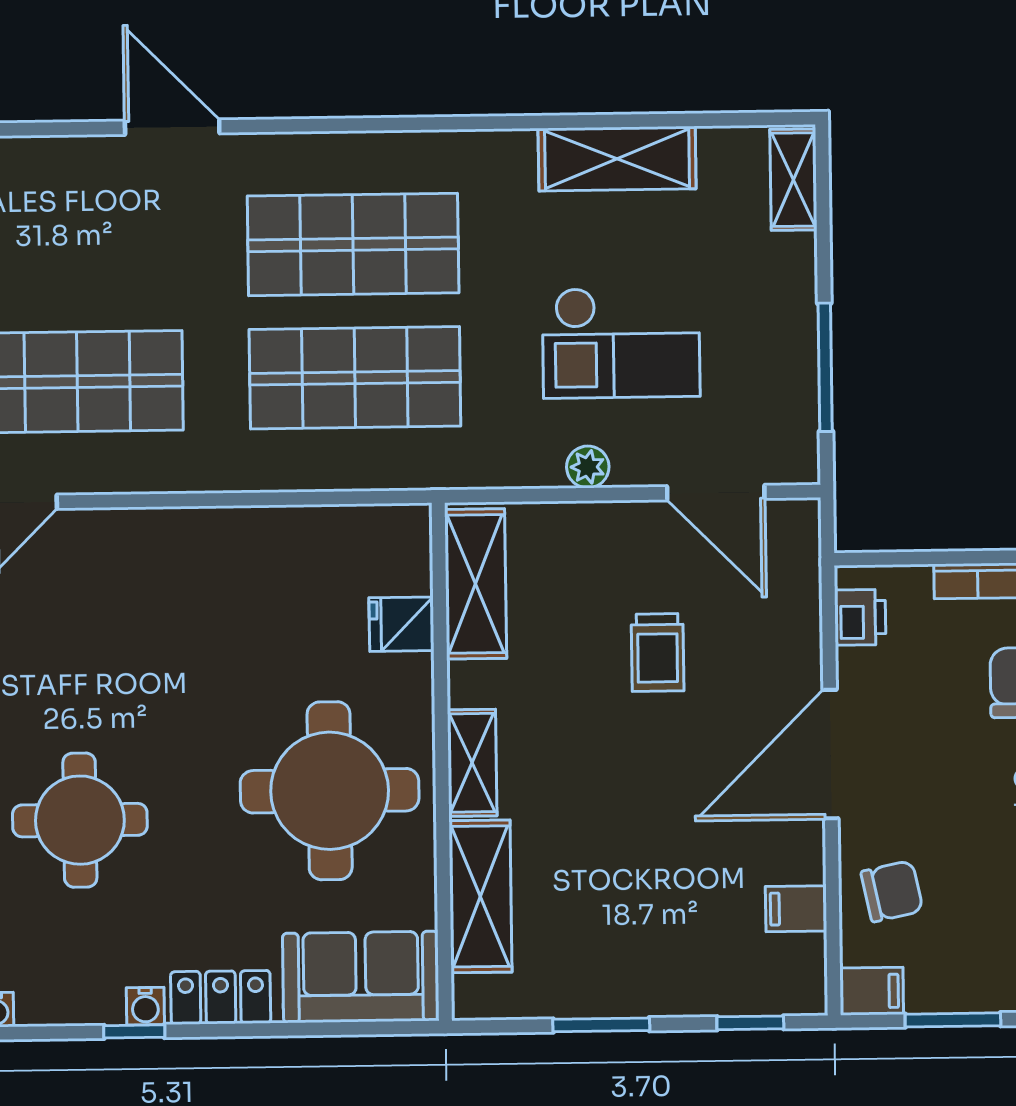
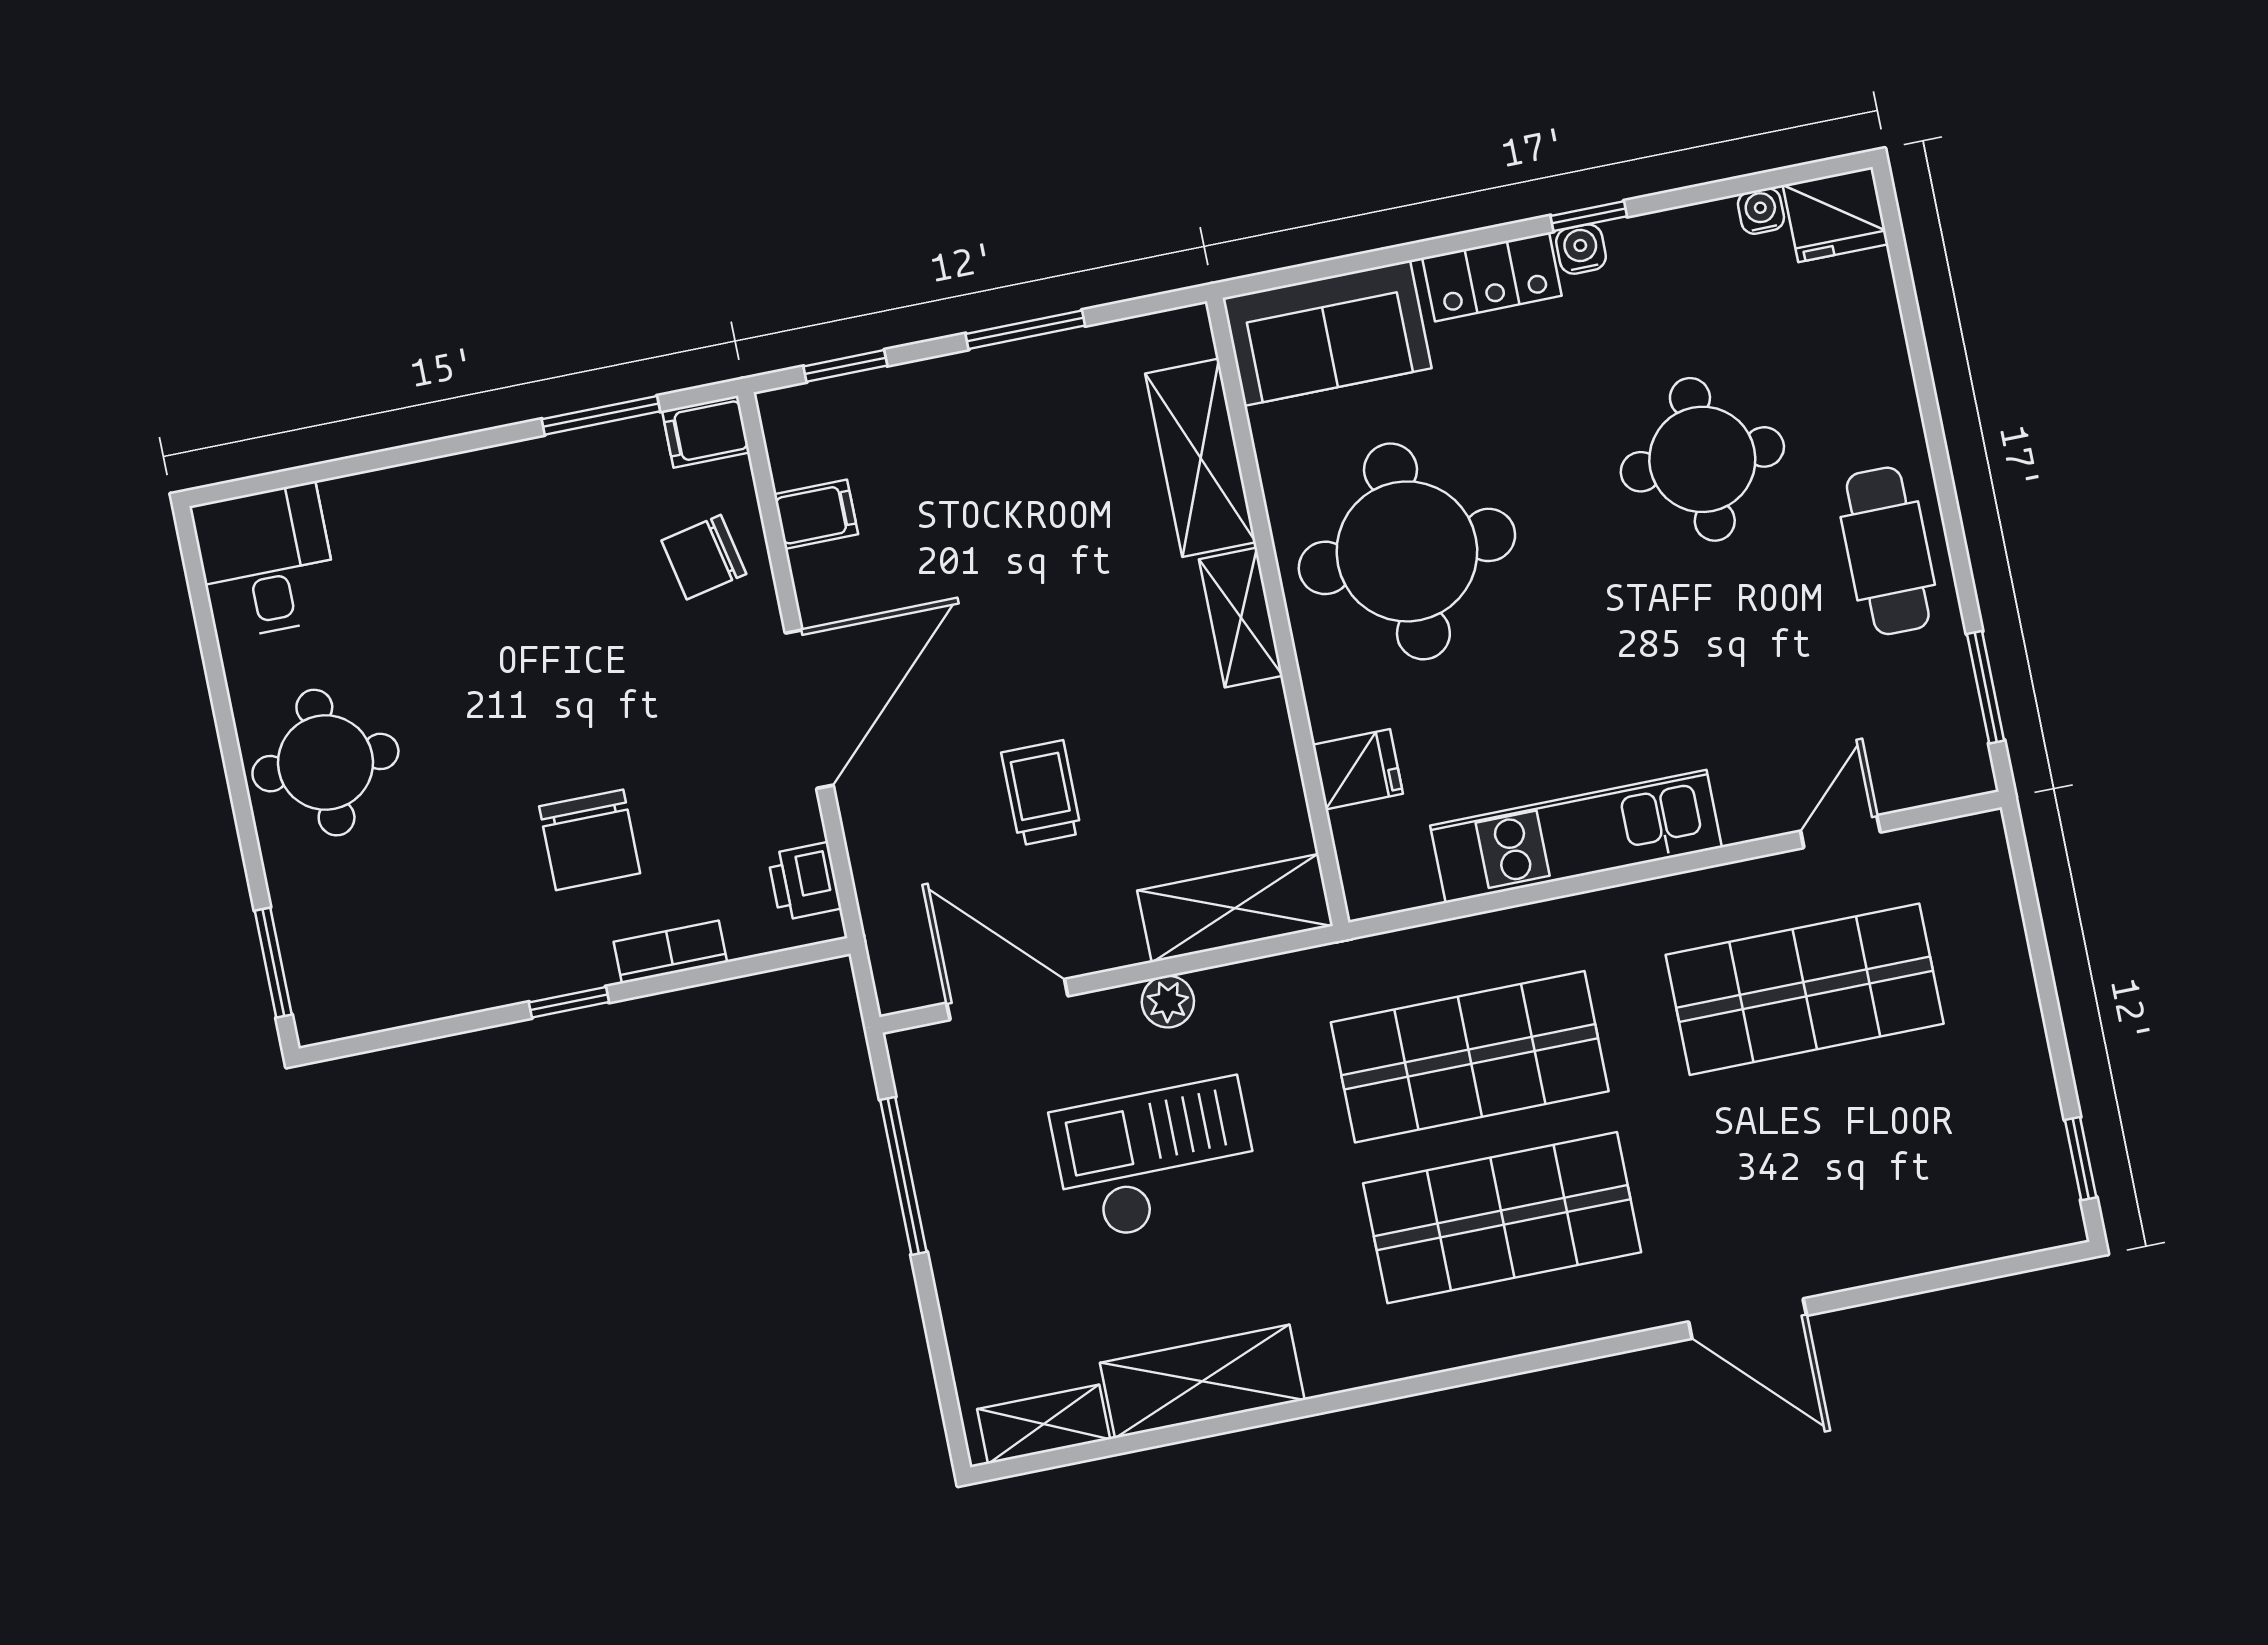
shelving: (793, 180) -> (1044, 1424), moved, turned 90
kitchen unit: (237, 538) -> (1576, 836), added
shelving: (476, 584) -> (1235, 908), moved, turned 90

